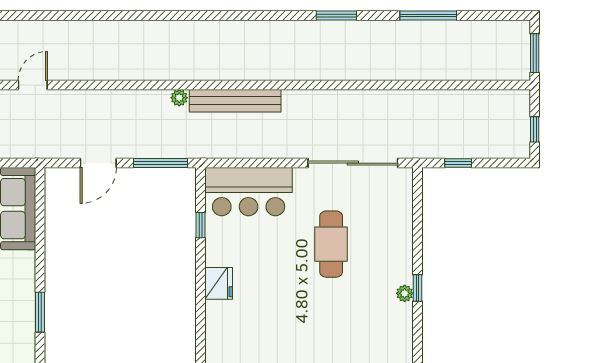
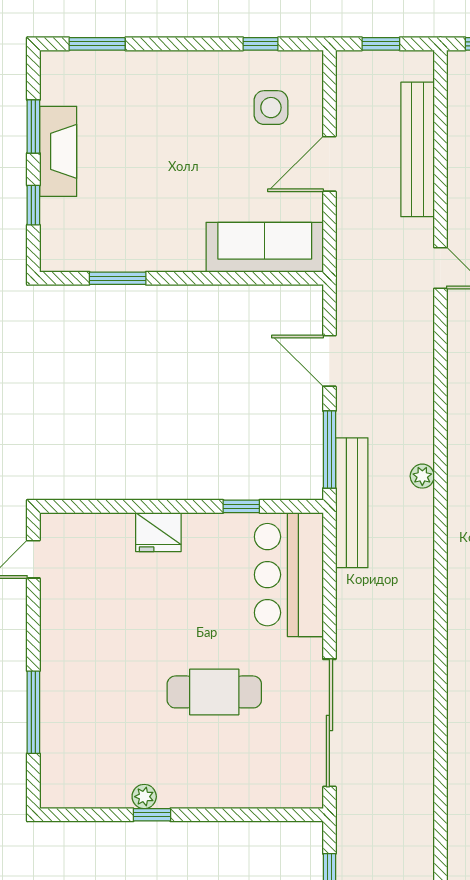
bench: (235, 101) -> (352, 503), moved

